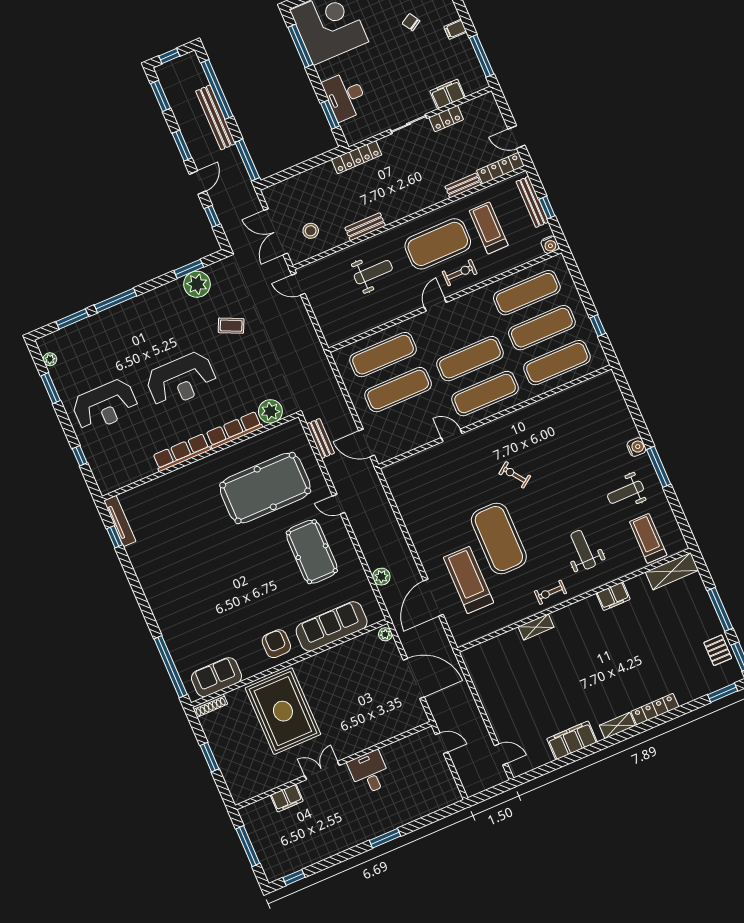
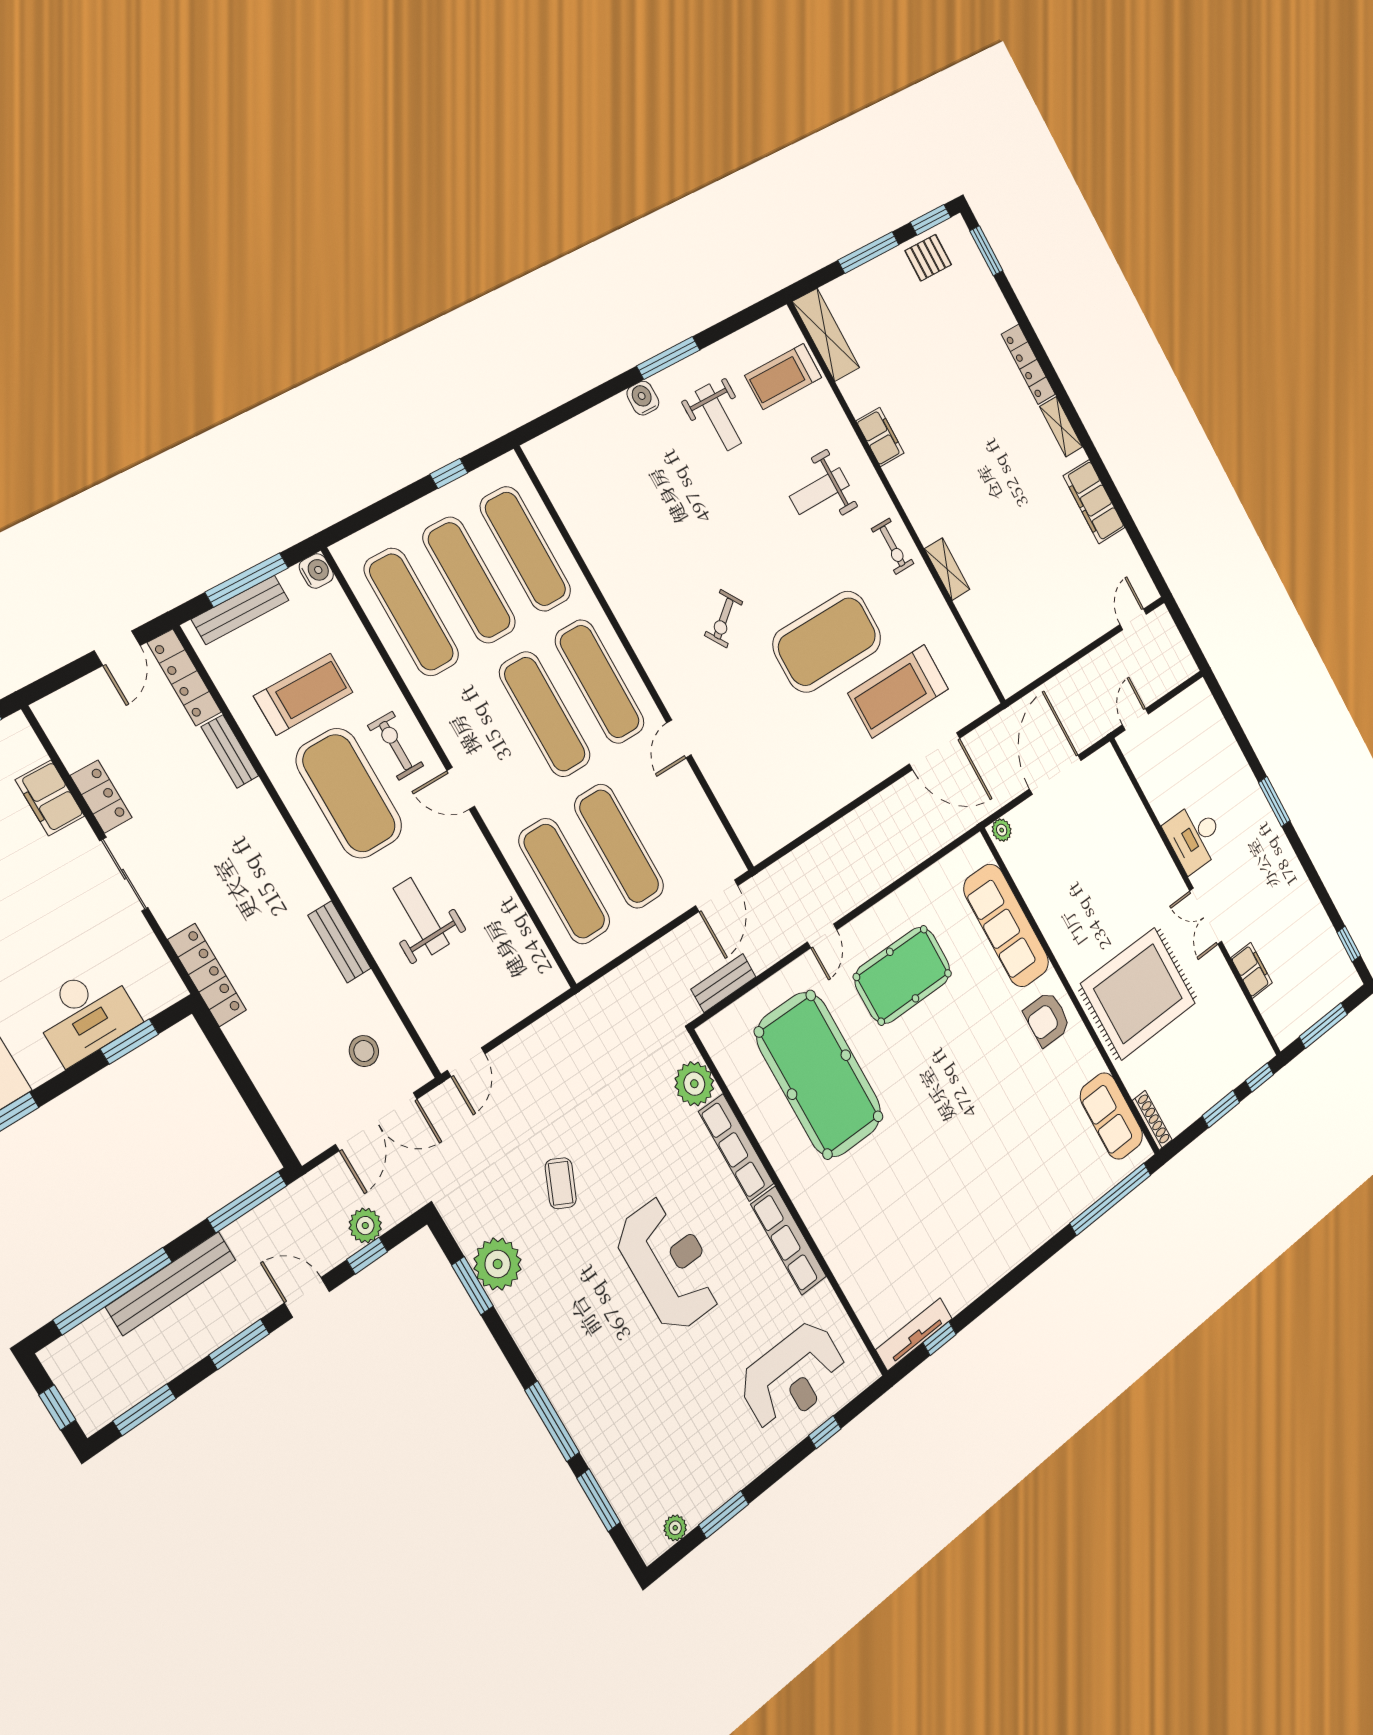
window: (547, 208) -> (247, 580), width x2.17
treadmill: (489, 228) -> (304, 694), turned 180
reception desk: (105, 405) -> (793, 1376), moved, turned 90
plant: (381, 577) -> (365, 1226), moved
window: (224, 790) -> (1260, 1077), added

